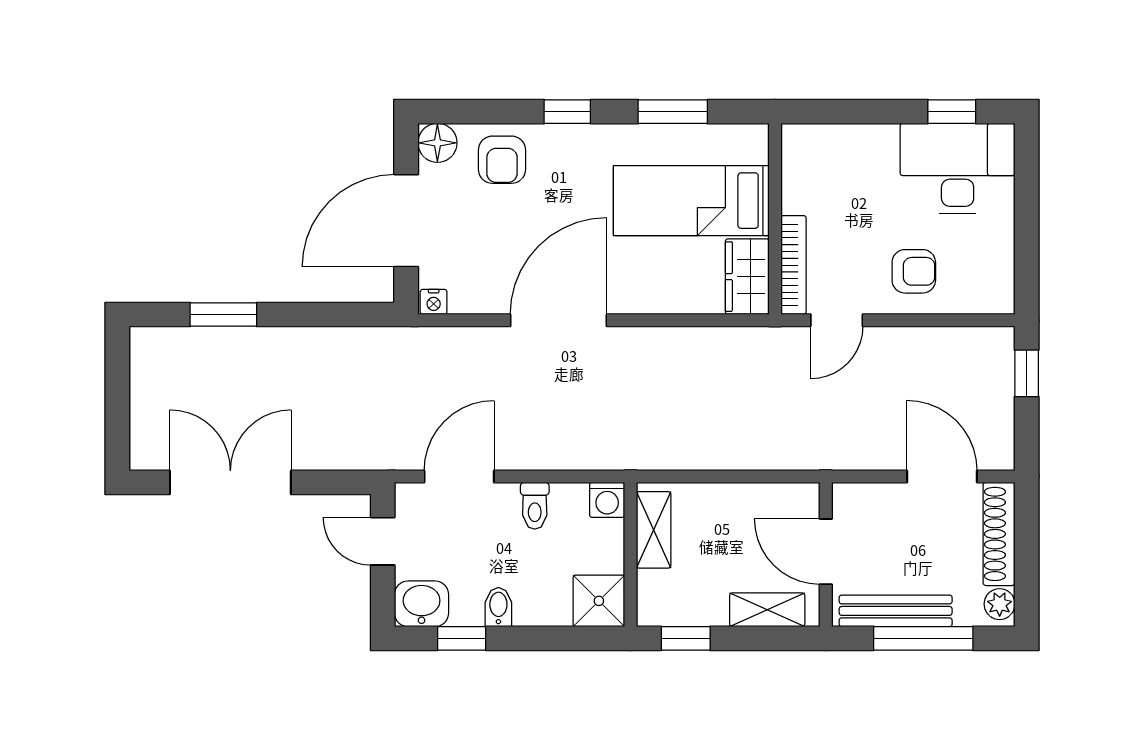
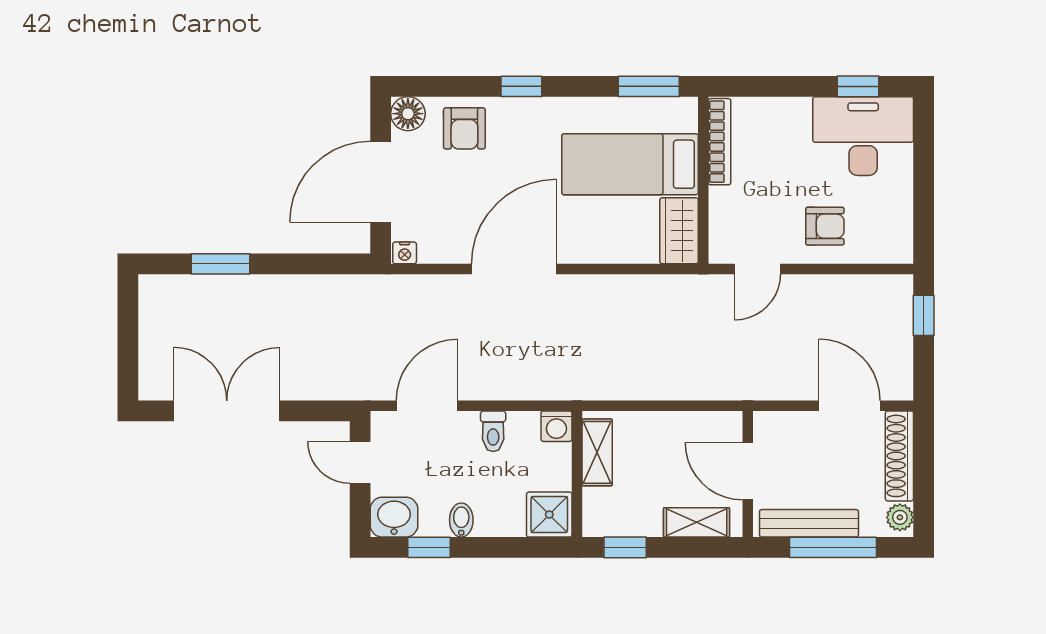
window: (673, 112) -> (649, 86), moved
bookcase: (793, 265) -> (720, 142), moved

